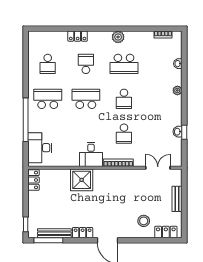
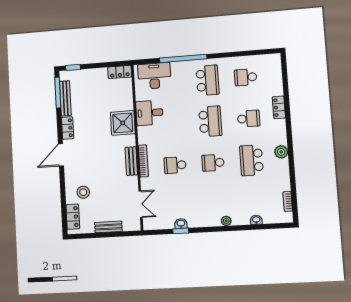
desk: (91, 154) -> (149, 113), moved
bench: (118, 174) -> (131, 161), added

